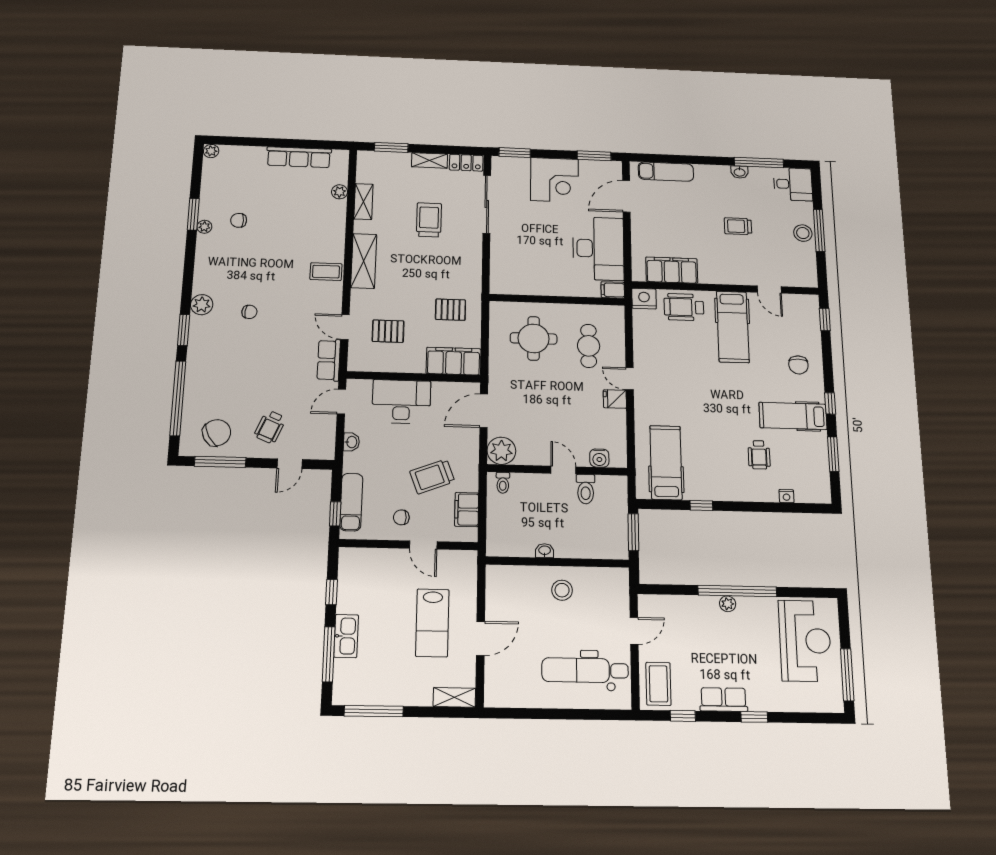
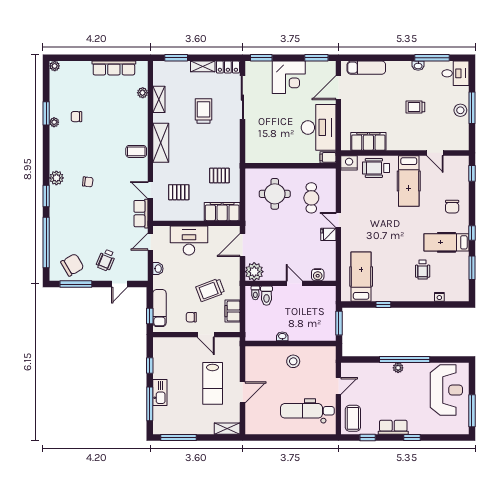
toilet: (586, 489) -> (267, 296), moved

